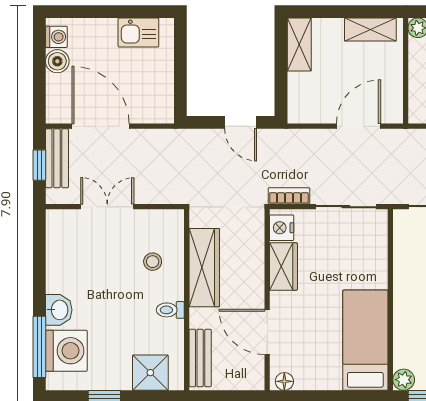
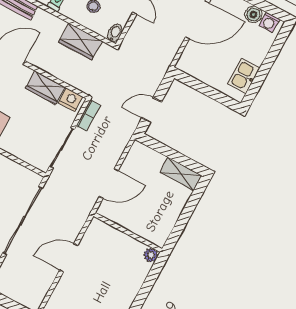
shelving: (370, 30) -> (166, 224), removed
door: (359, 126) -> (109, 184), hinge flipped
bidet: (171, 218) -> (115, 33), added
wardrobe: (204, 268) -> (80, 41), width x0.67

